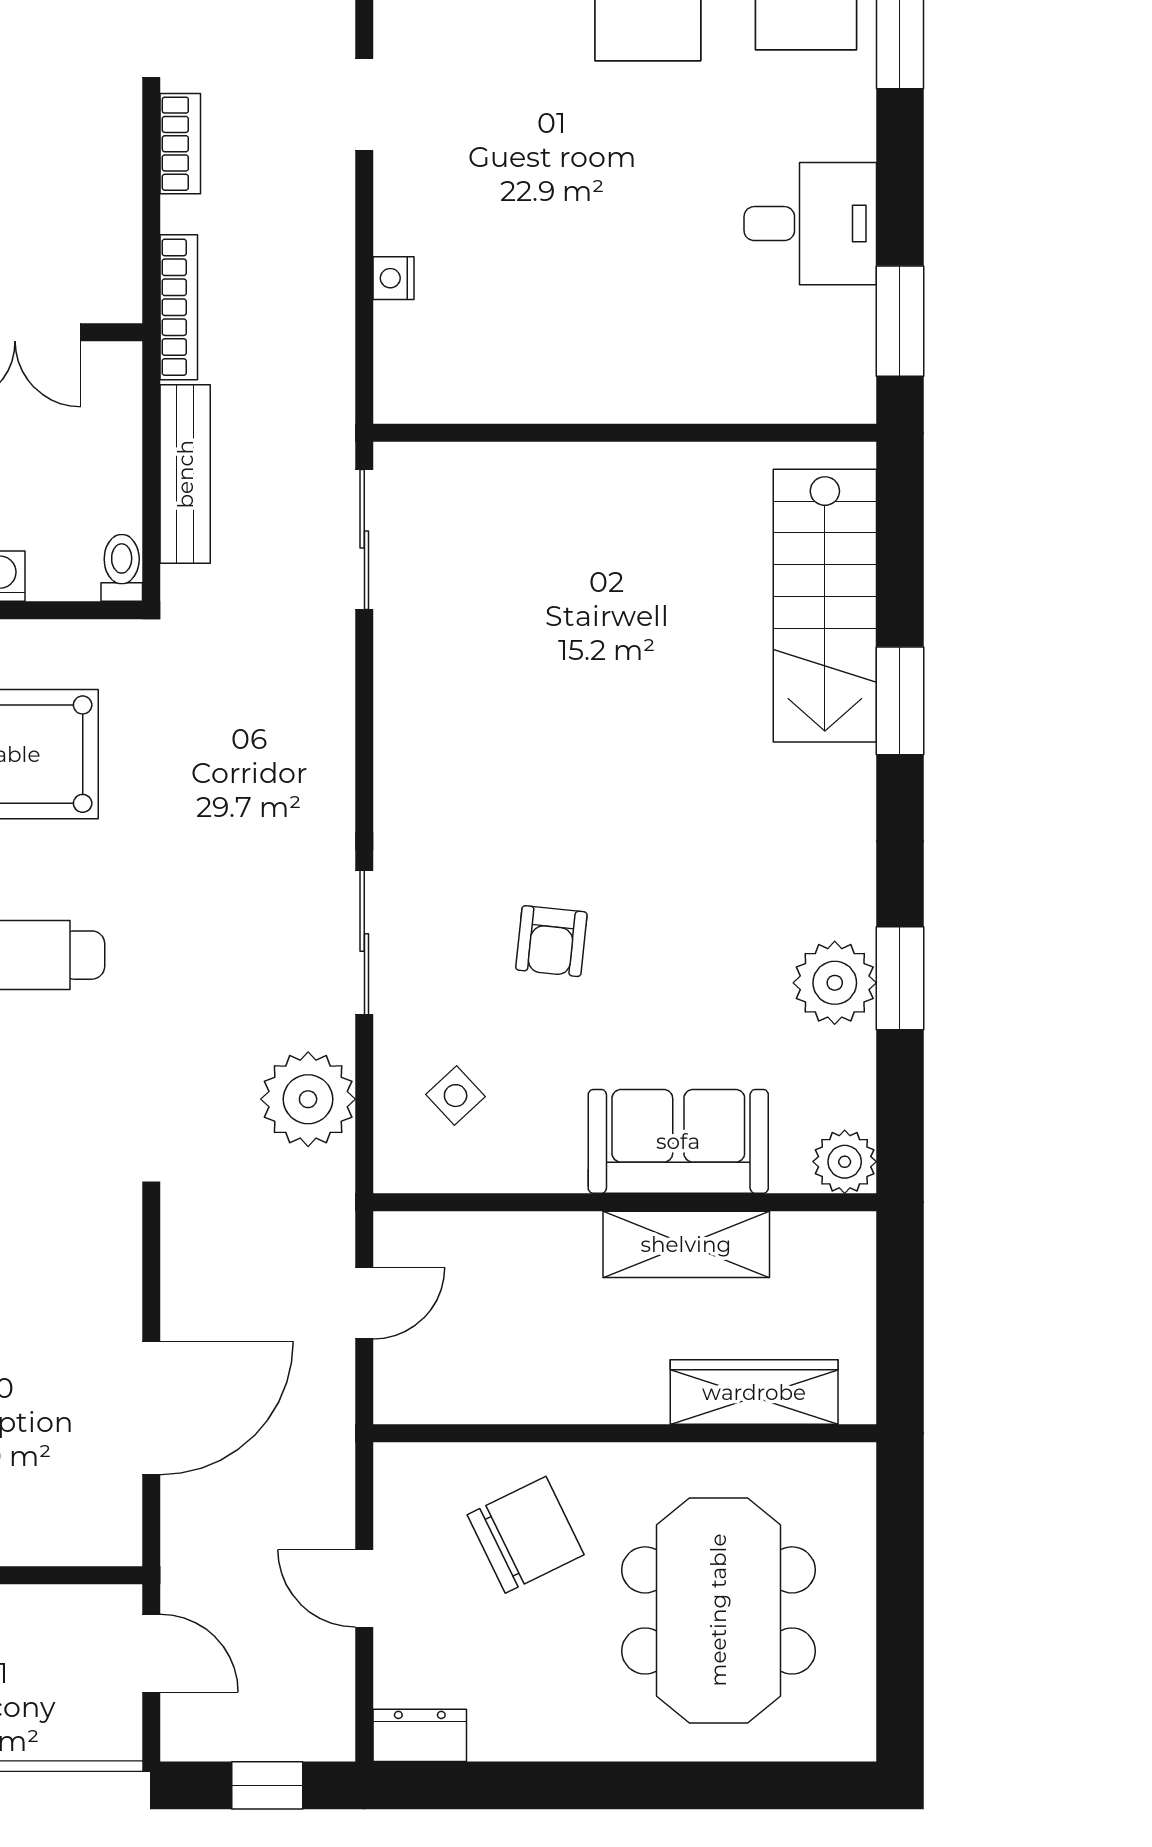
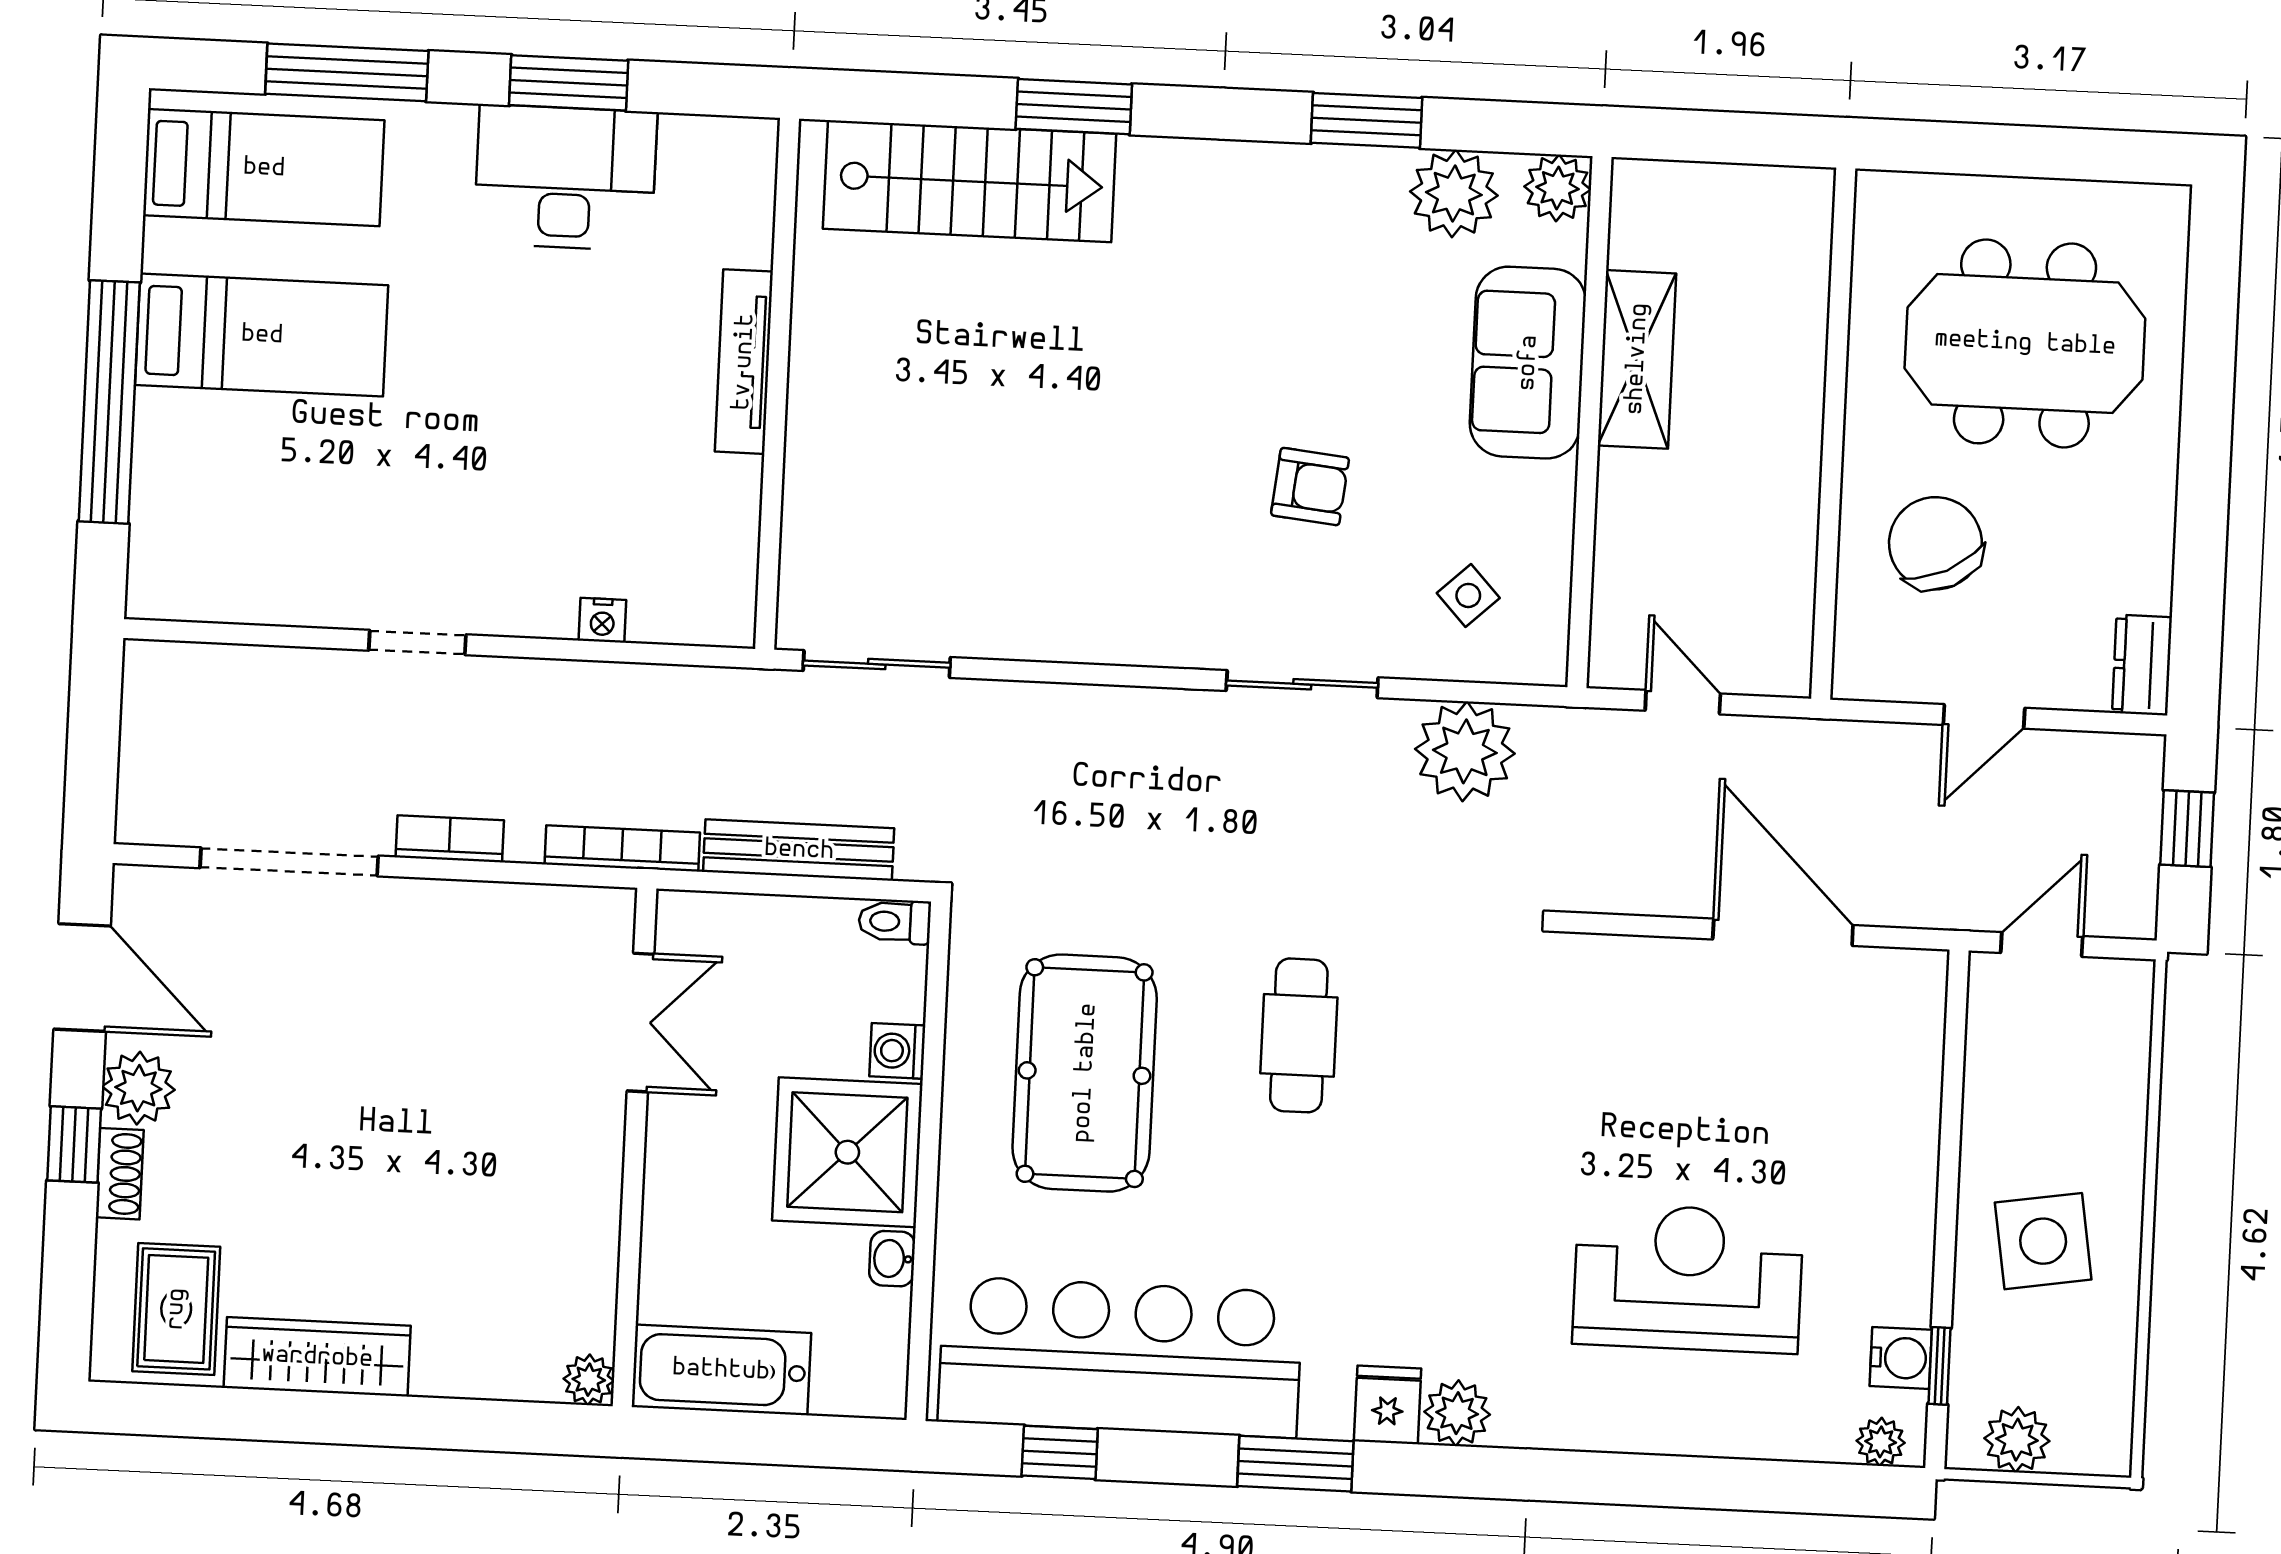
desk: (810, 224) -> (565, 178), width x1.37
window: (900, 321) -> (569, 83), moved
tv unit: (644, 400) -> (744, 362), added
plant: (835, 983) -> (1454, 194), moved
wardrobe: (754, 1392) -> (1796, 295), removed

